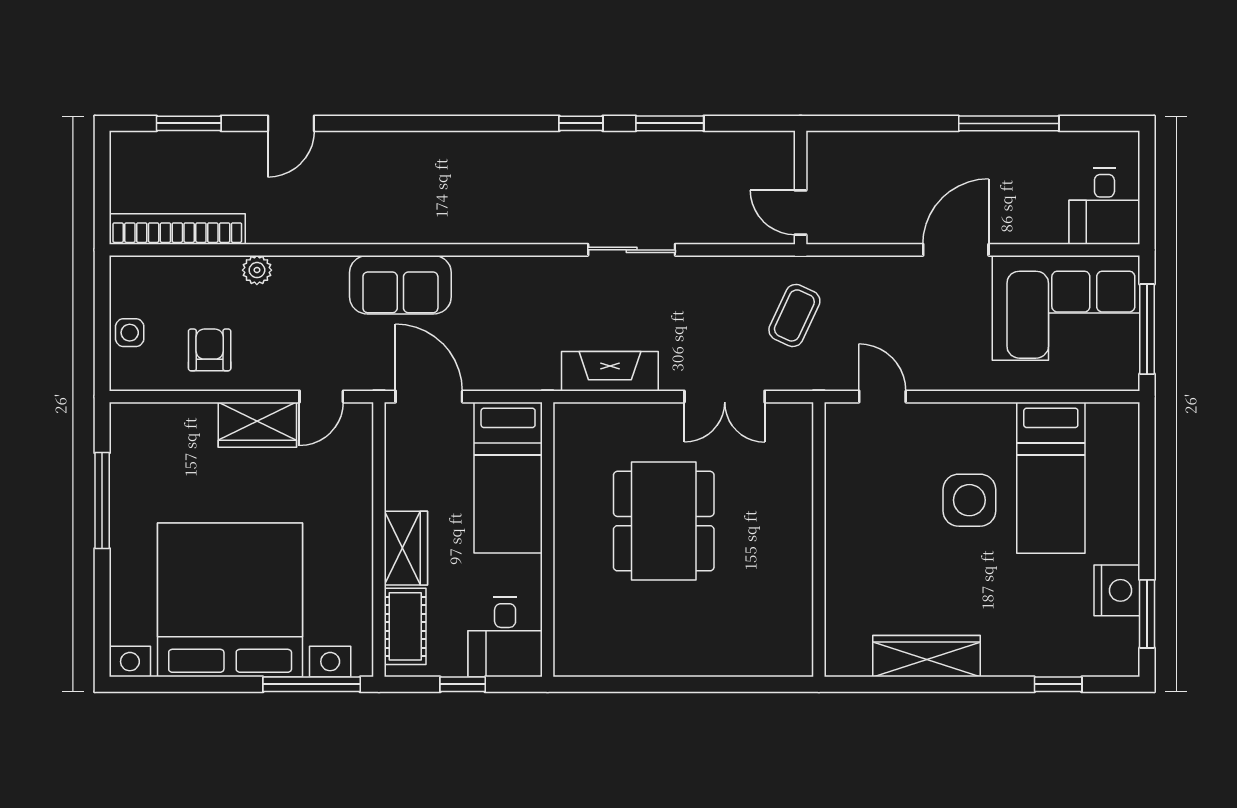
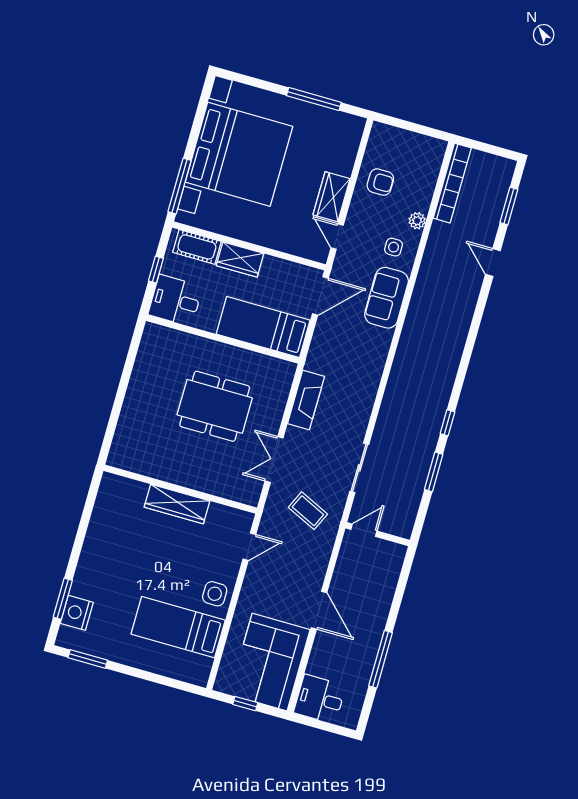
sliding door: (632, 250) -> (359, 468), moved
window: (1147, 329) -> (245, 704), width x0.46
side table: (130, 333) -> (394, 247), moved
side table: (969, 500) -> (215, 594), moved, width x0.73, depth x0.73
nightstand: (1117, 590) -> (77, 613), moved, turned 90
wardrobe: (927, 656) -> (177, 504), moved, turned 90
window: (1058, 684) -> (63, 599), width x1.50

